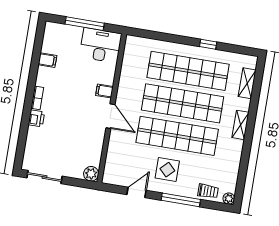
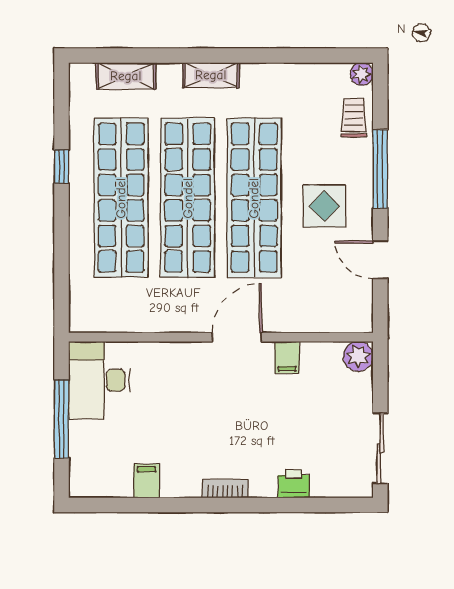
filing cabinet: (104, 91) -> (287, 357), moved
printer: (36, 118) -> (294, 484), moved

